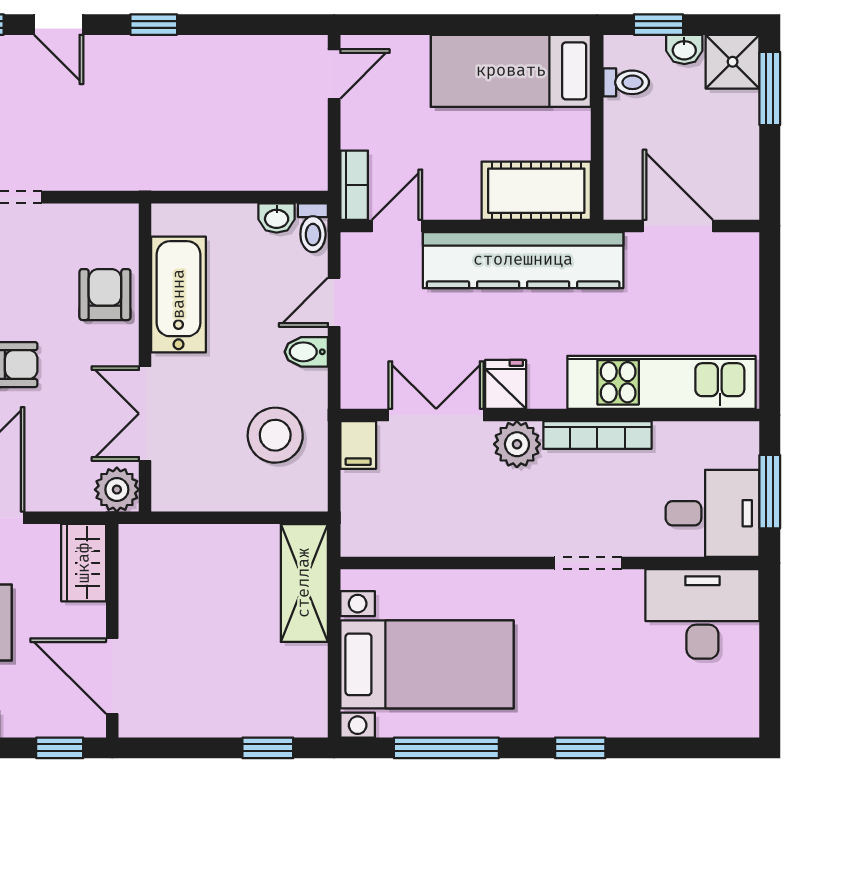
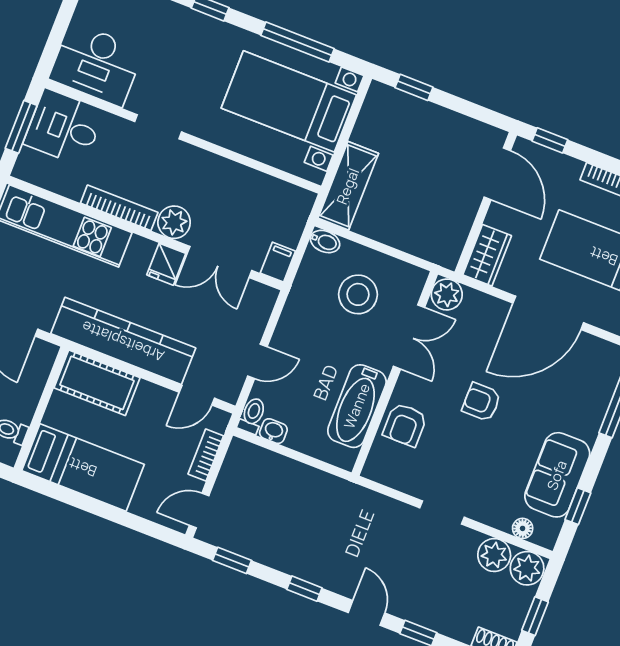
window: (265, 25) -> (232, 560), added
bookcase: (354, 185) -> (206, 455), moved
bidet: (306, 352) -> (325, 241), moved
stool: (275, 435) -> (358, 294), moved

